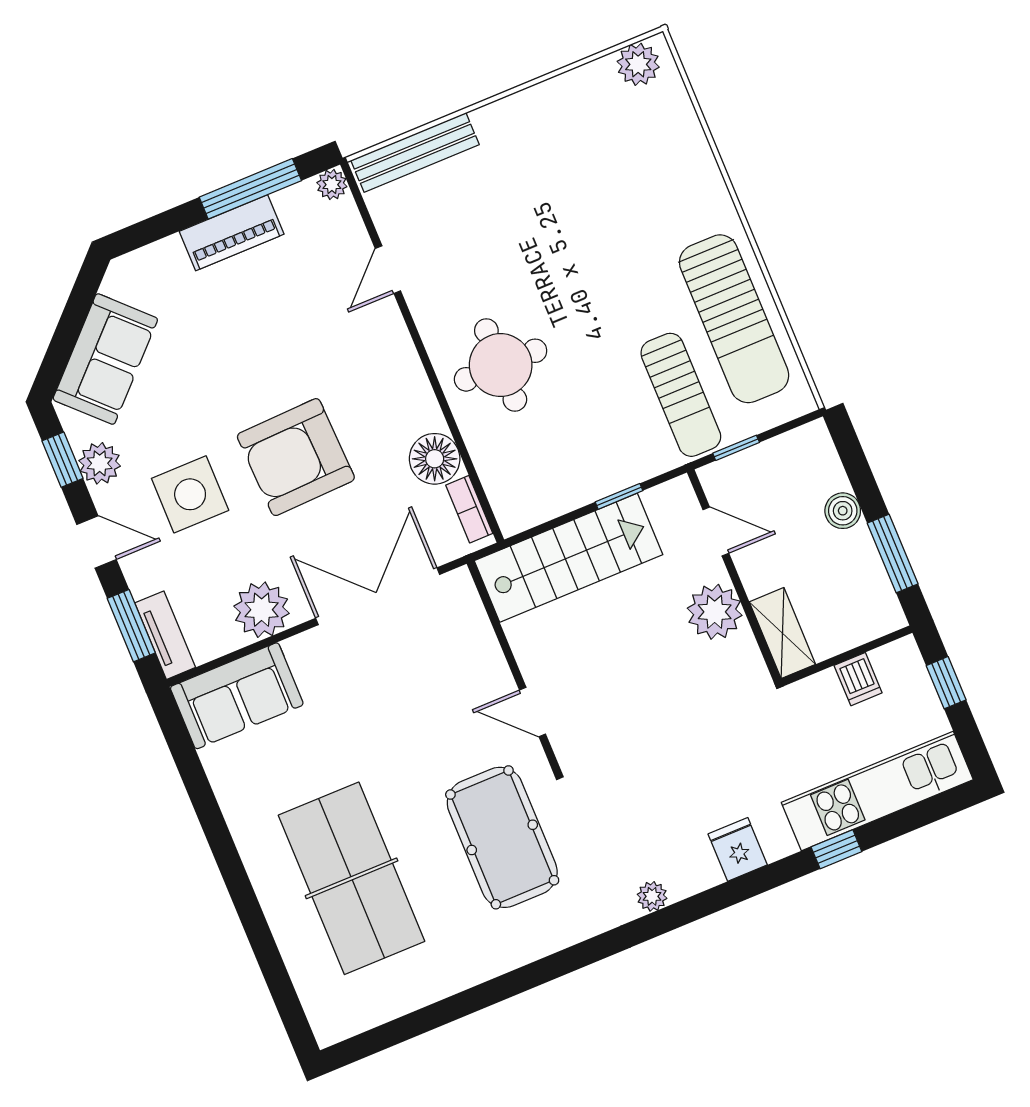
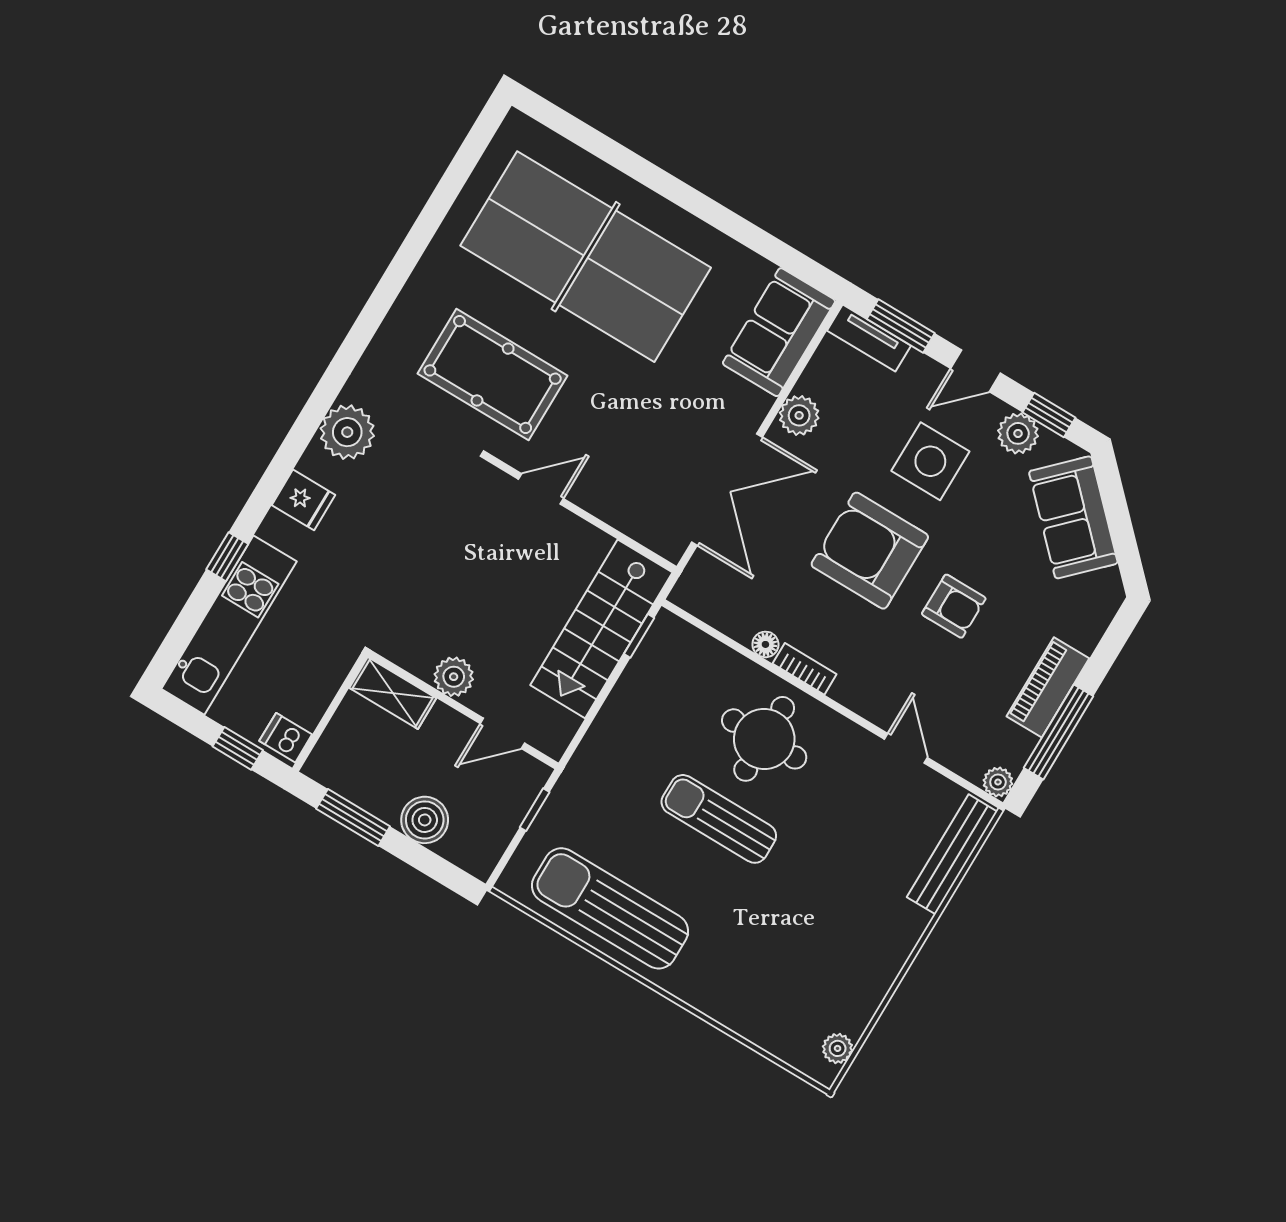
plant: (638, 64) -> (838, 1048), width x0.73, depth x0.73
armchair: (260, 359) -> (954, 606), added
sun lounger: (681, 395) -> (719, 819), moved
armchair: (296, 457) -> (870, 551), turned -88
floor lamp: (435, 459) -> (765, 644), width x0.53, depth x0.53
window: (619, 496) -> (639, 636), moved
bookcase: (469, 509) -> (805, 669), moved
boiler: (843, 511) -> (425, 820), width x1.36, depth x1.36
plant: (262, 610) -> (799, 415), width x0.73, depth x0.73
plant: (715, 612) -> (454, 677), width x0.73, depth x0.73
dishwasher: (858, 679) -> (286, 738), moved
table tennis table: (352, 878) -> (586, 257), width x1.36, depth x1.32
plant: (652, 896) -> (347, 432), width x1.88, depth x1.88

